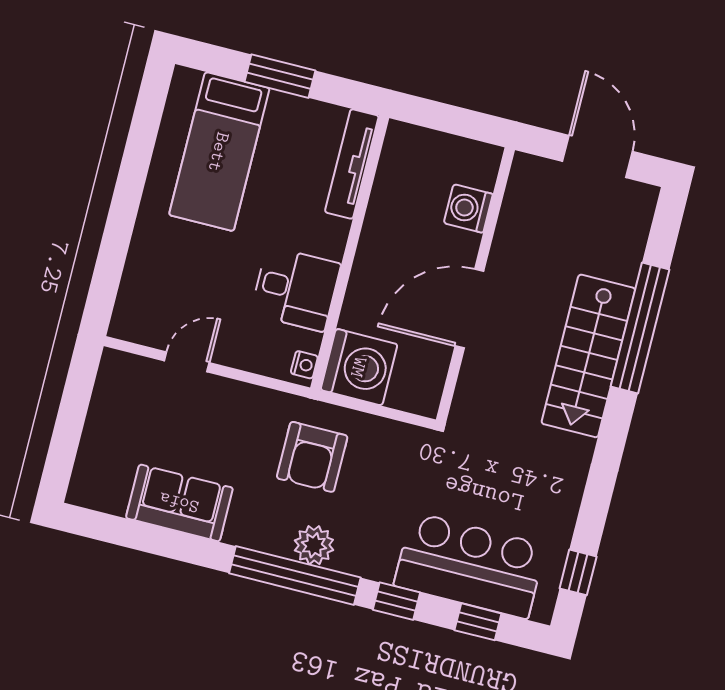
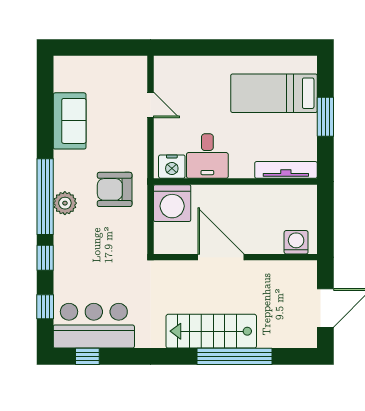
washing machine: (468, 209) -> (296, 242), moved
nightstand: (304, 365) -> (172, 167), width x1.89, depth x1.79
bar counter: (470, 565) -> (94, 326), moved, turned -90

